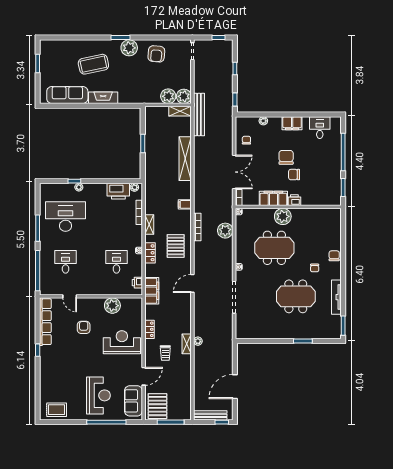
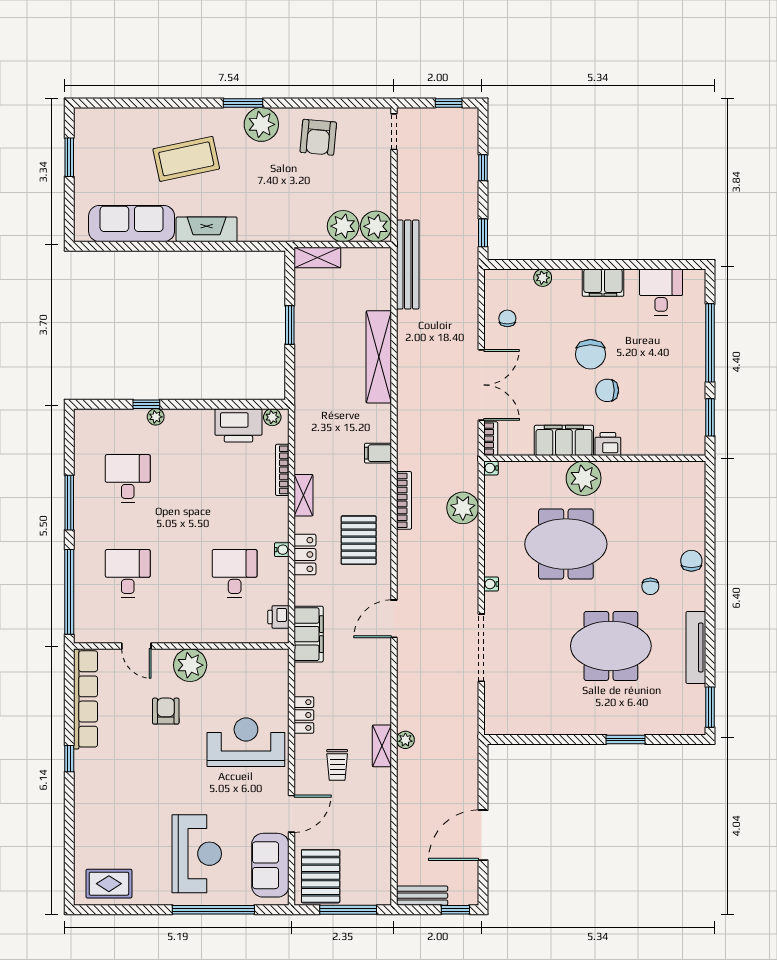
shelving: (180, 111) -> (317, 258), moved
chair: (286, 157) -> (590, 354), turned 180
desk: (66, 217) -> (128, 479), width x0.53, depth x0.77
plant: (112, 306) -> (190, 665), moved
bench: (210, 415) -> (422, 896), width x0.73

